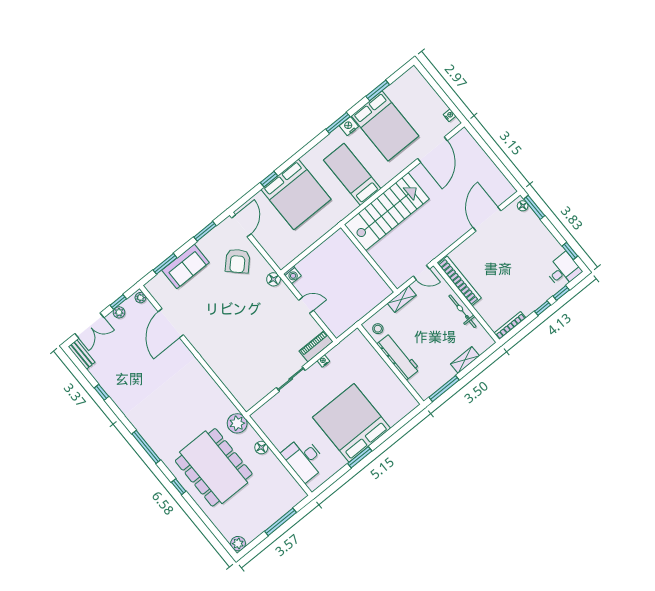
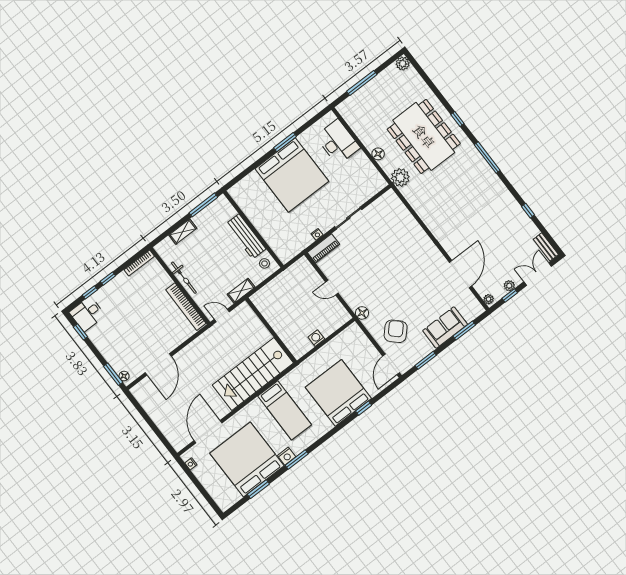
bed: (385, 126) -> (247, 460), width x1.36
washing machine: (292, 275) -> (316, 338), moved

